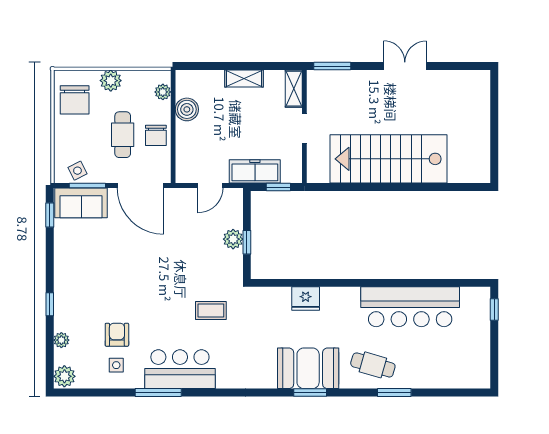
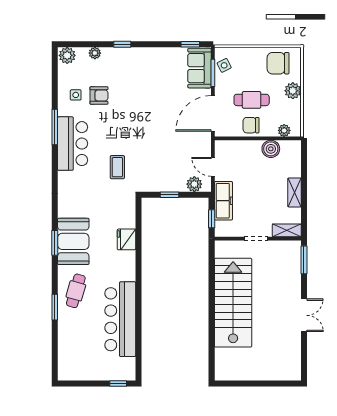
plant: (233, 239) -> (194, 184), moved

